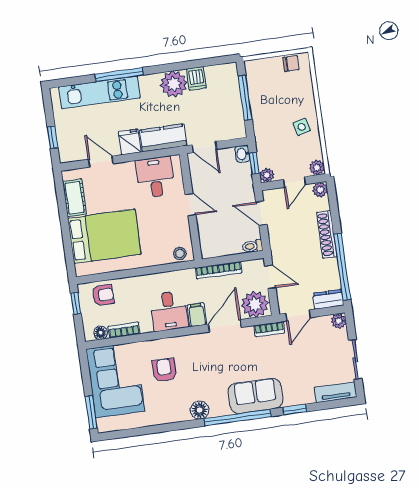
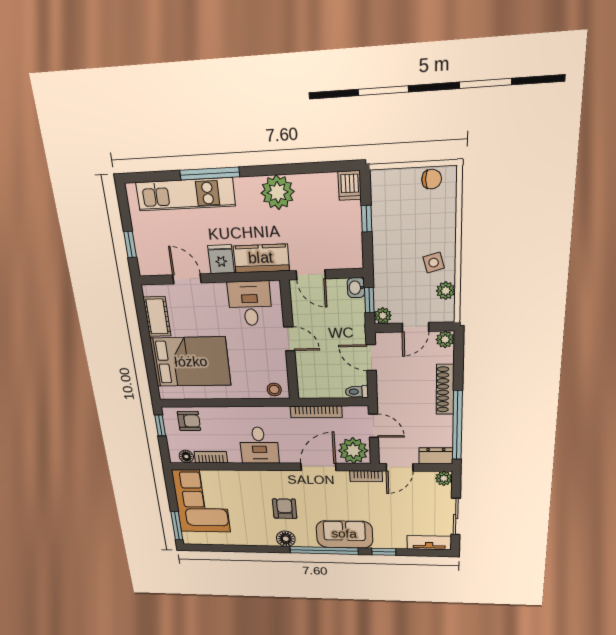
dishwasher: (196, 78) -> (350, 185), moved
window: (245, 98) -> (367, 219), width x0.46
plant: (317, 168) -> (446, 291), moved
filing cabinet: (197, 315) -> (289, 453), removed
armchair: (164, 370) -> (285, 509), moved

